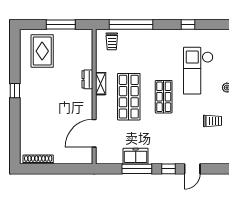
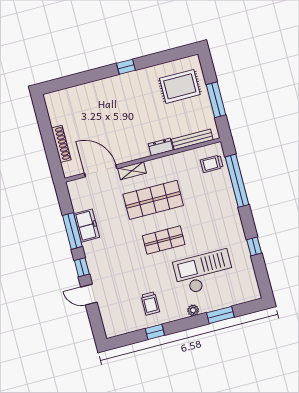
bench: (88, 52) -> (192, 139), added
shelving: (101, 84) -> (132, 171), moved
shoe rack: (38, 160) -> (61, 144), moved

